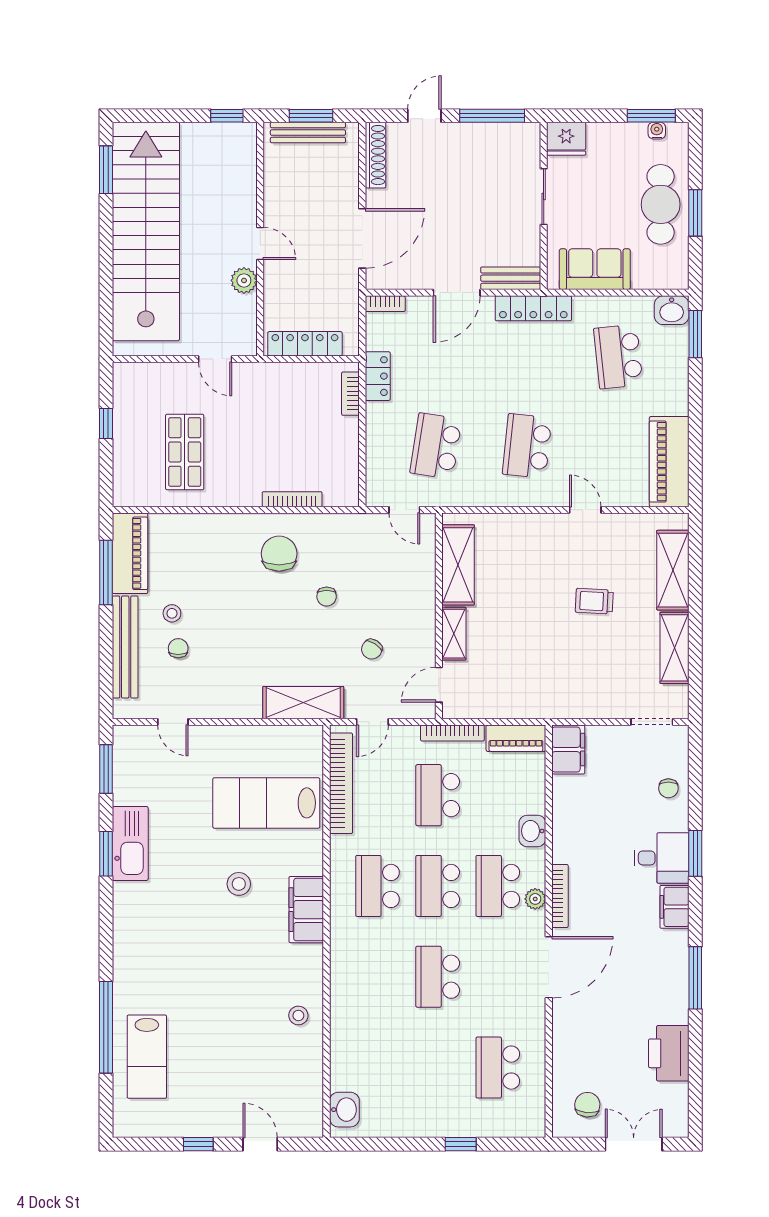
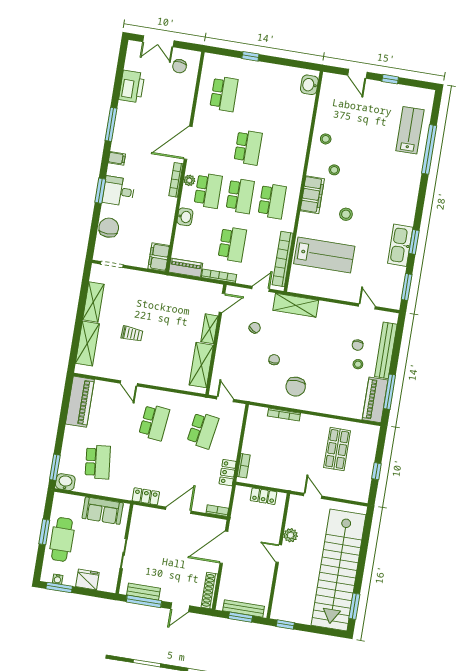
fridge: (566, 139) -> (87, 579), moved
bench: (511, 278) -> (144, 592), moved
locker: (533, 308) -> (146, 496), width x0.66
locker: (305, 344) -> (264, 496), width x0.66
chair: (668, 788) -> (109, 228), width x1.87, depth x1.87
filing cabinet: (674, 907) -> (117, 158), width x0.50
stool: (274, 961) -> (334, 170), added

